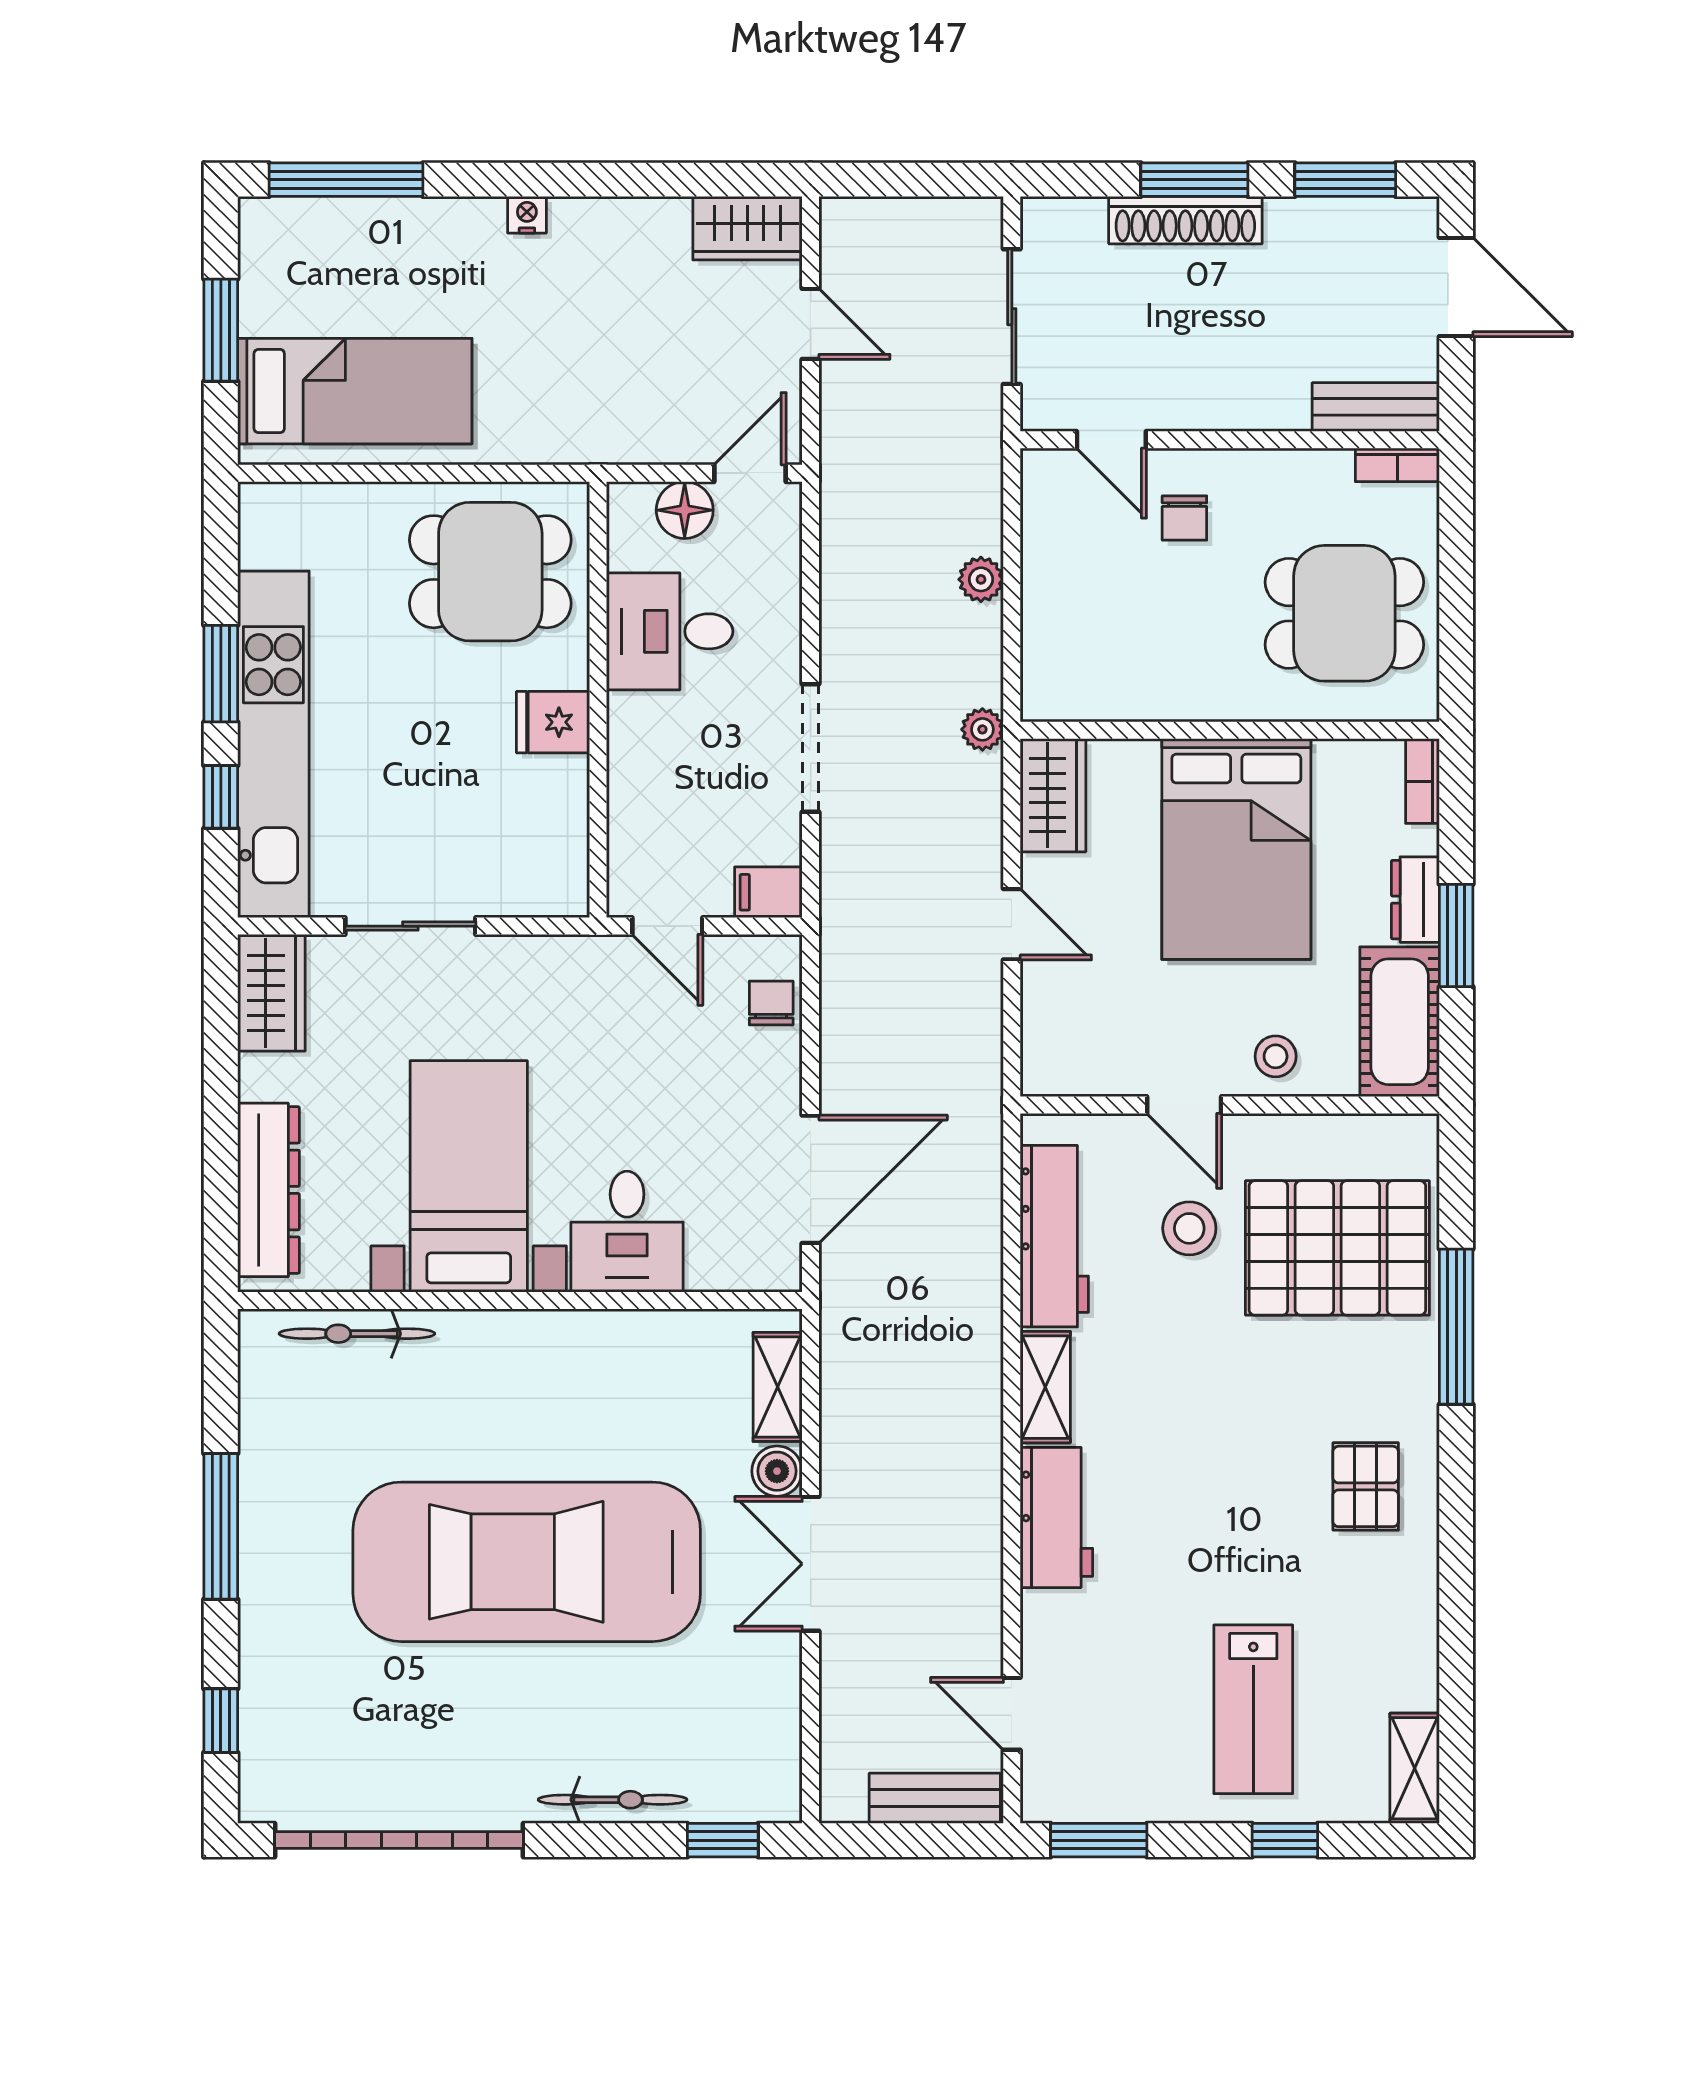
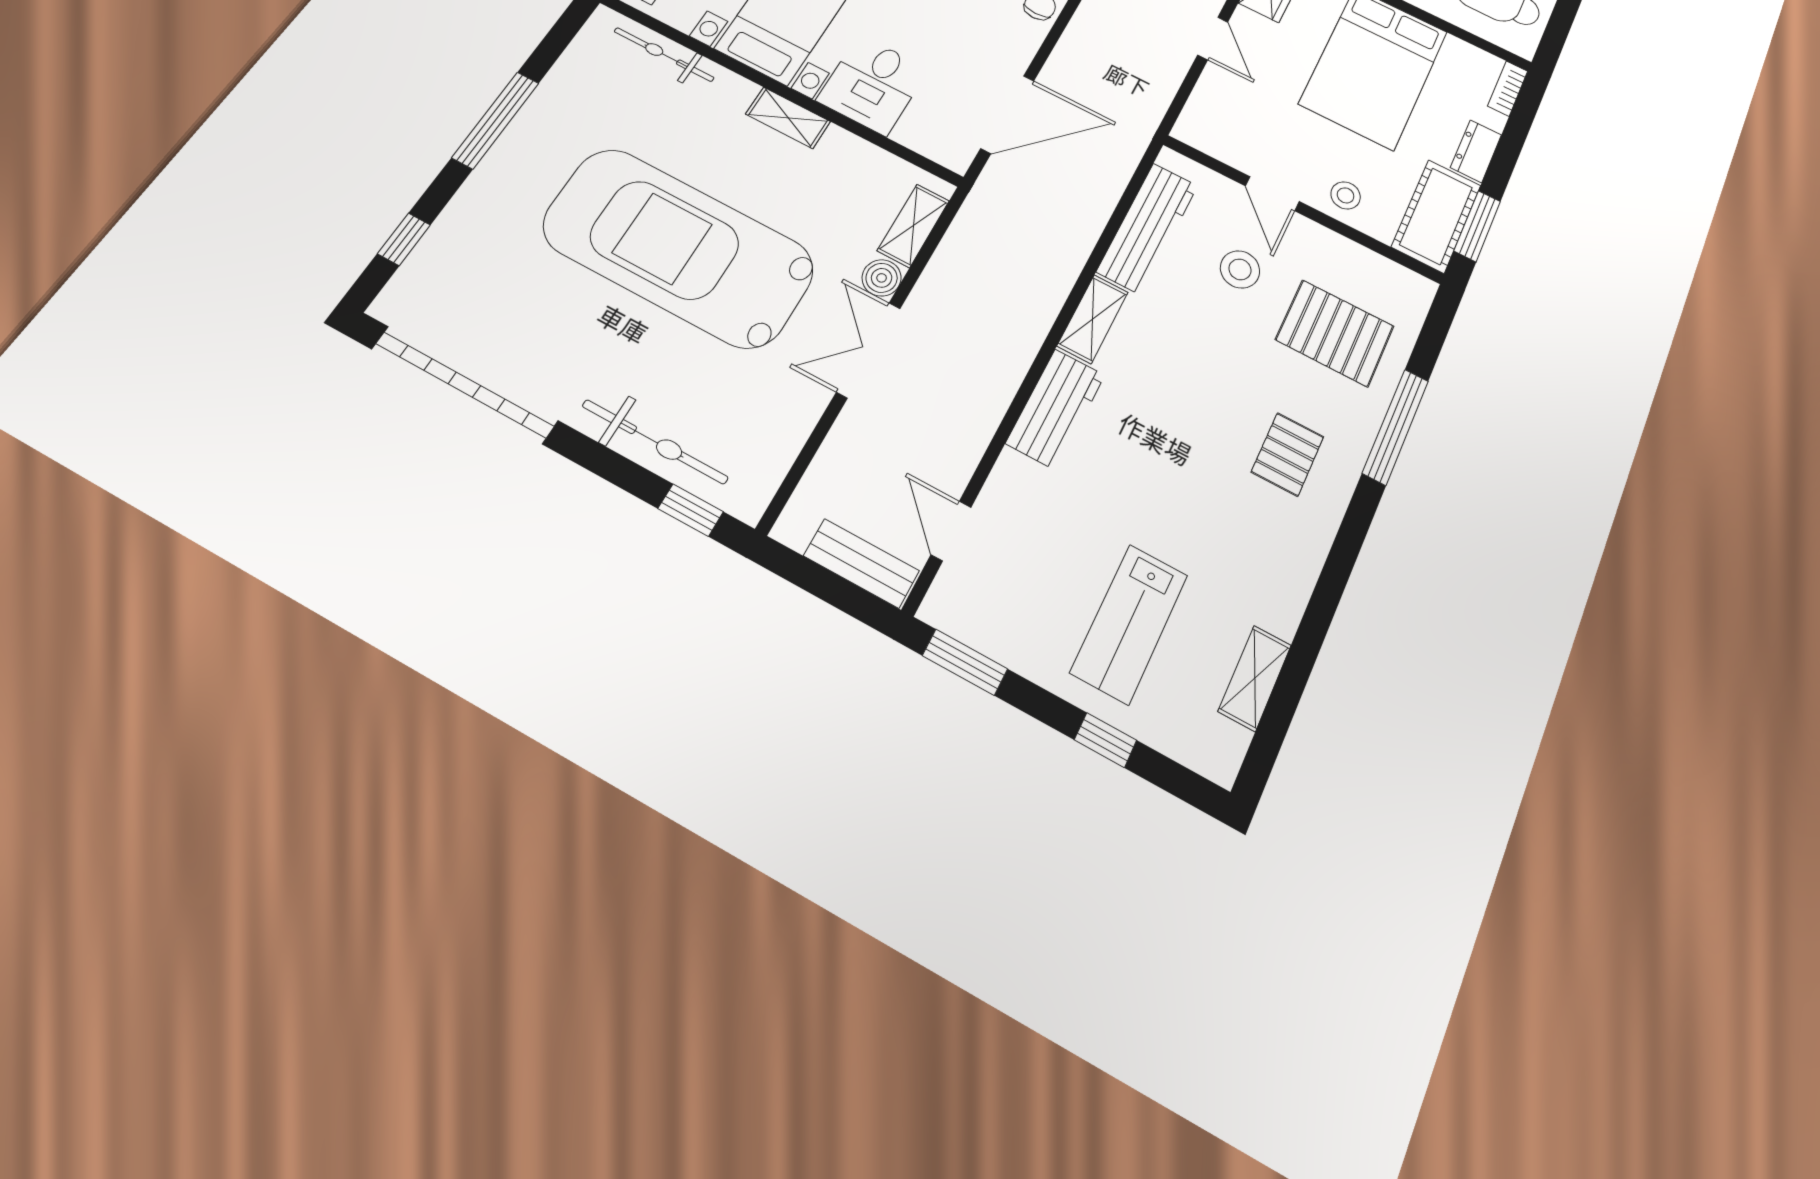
window: (1456, 935) -> (1477, 226), moved
pallet: (1337, 1248) -> (1335, 333), width x0.73, depth x0.71
shelving: (553, 1333) -> (788, 118), added
pallet: (1366, 1486) -> (1288, 454), moved
shelving: (1415, 1768) -> (1255, 678), moved
bicycle: (613, 1800) -> (655, 442), width x1.37, depth x1.40

